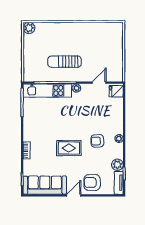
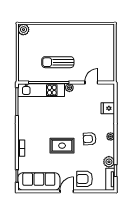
fridge: (116, 91) -> (108, 108), moved

